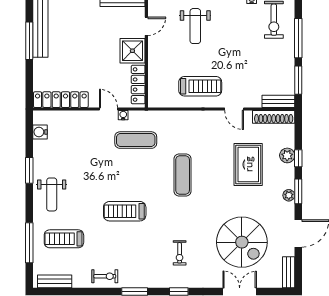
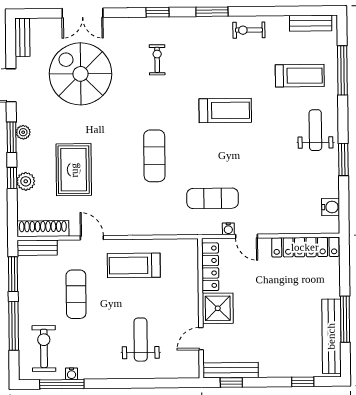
exercise mat: (247, 63) -> (76, 294), added

